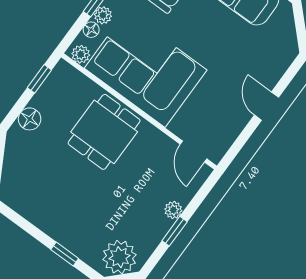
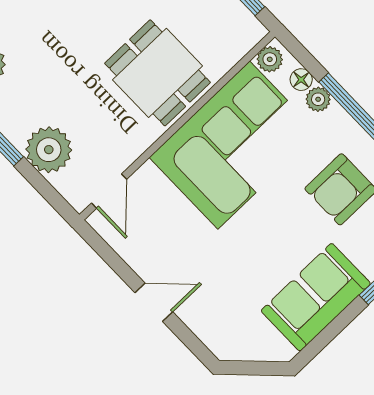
door: (193, 152) -> (109, 191), swing flipped
plant: (173, 210) -> (49, 150), width x1.88, depth x1.88

